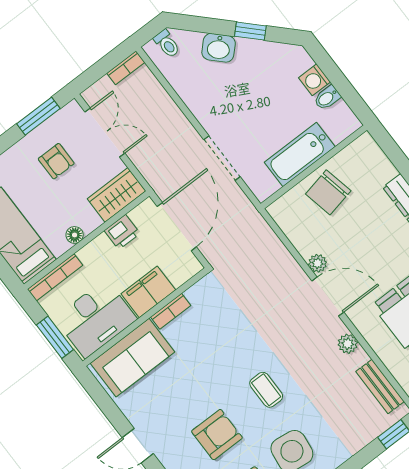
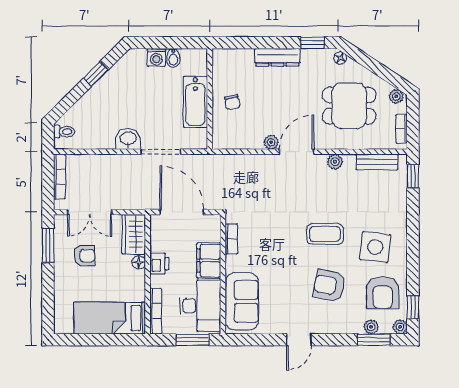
washbasin: (219, 48) -> (128, 139), moved, turned -135
bookcase: (126, 68) -> (60, 177), width x1.56
double door: (105, 133) -> (90, 212), swing flipped
chair: (328, 192) -> (232, 102), width x0.54, depth x0.54
printer: (122, 232) -> (159, 264), moved
floor lamp: (75, 235) -> (139, 262), moved
bookcase: (171, 311) -> (231, 239), moved
coffee table: (266, 390) -> (325, 234), width x1.36, depth x1.30
armchair: (217, 435) -> (329, 286), turned -79

